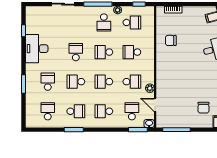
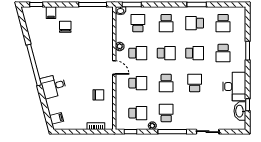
school desk: (132, 22) -> (138, 113), turned 180
washbasin: (31, 24) -> (240, 111), added
school desk: (76, 52) -> (195, 83), turned 180
school desk: (104, 52) -> (166, 83), turned 90
school desk: (132, 82) -> (138, 53), turned 180
door: (155, 105) -> (114, 67), moved
school desk: (104, 111) -> (166, 23), turned 90
school desk: (132, 111) -> (138, 23), turned 180

